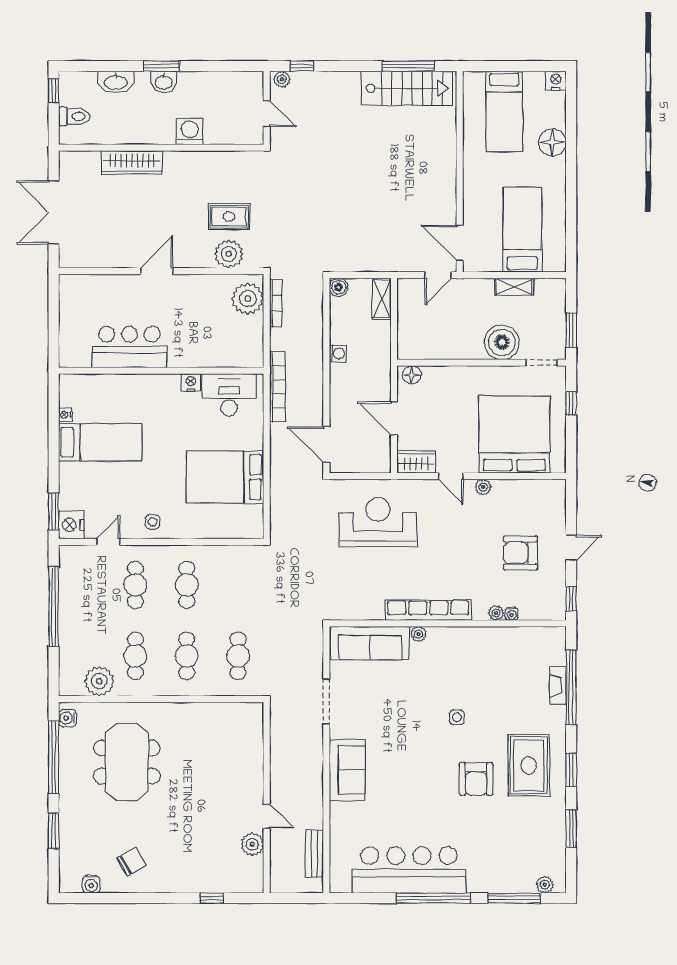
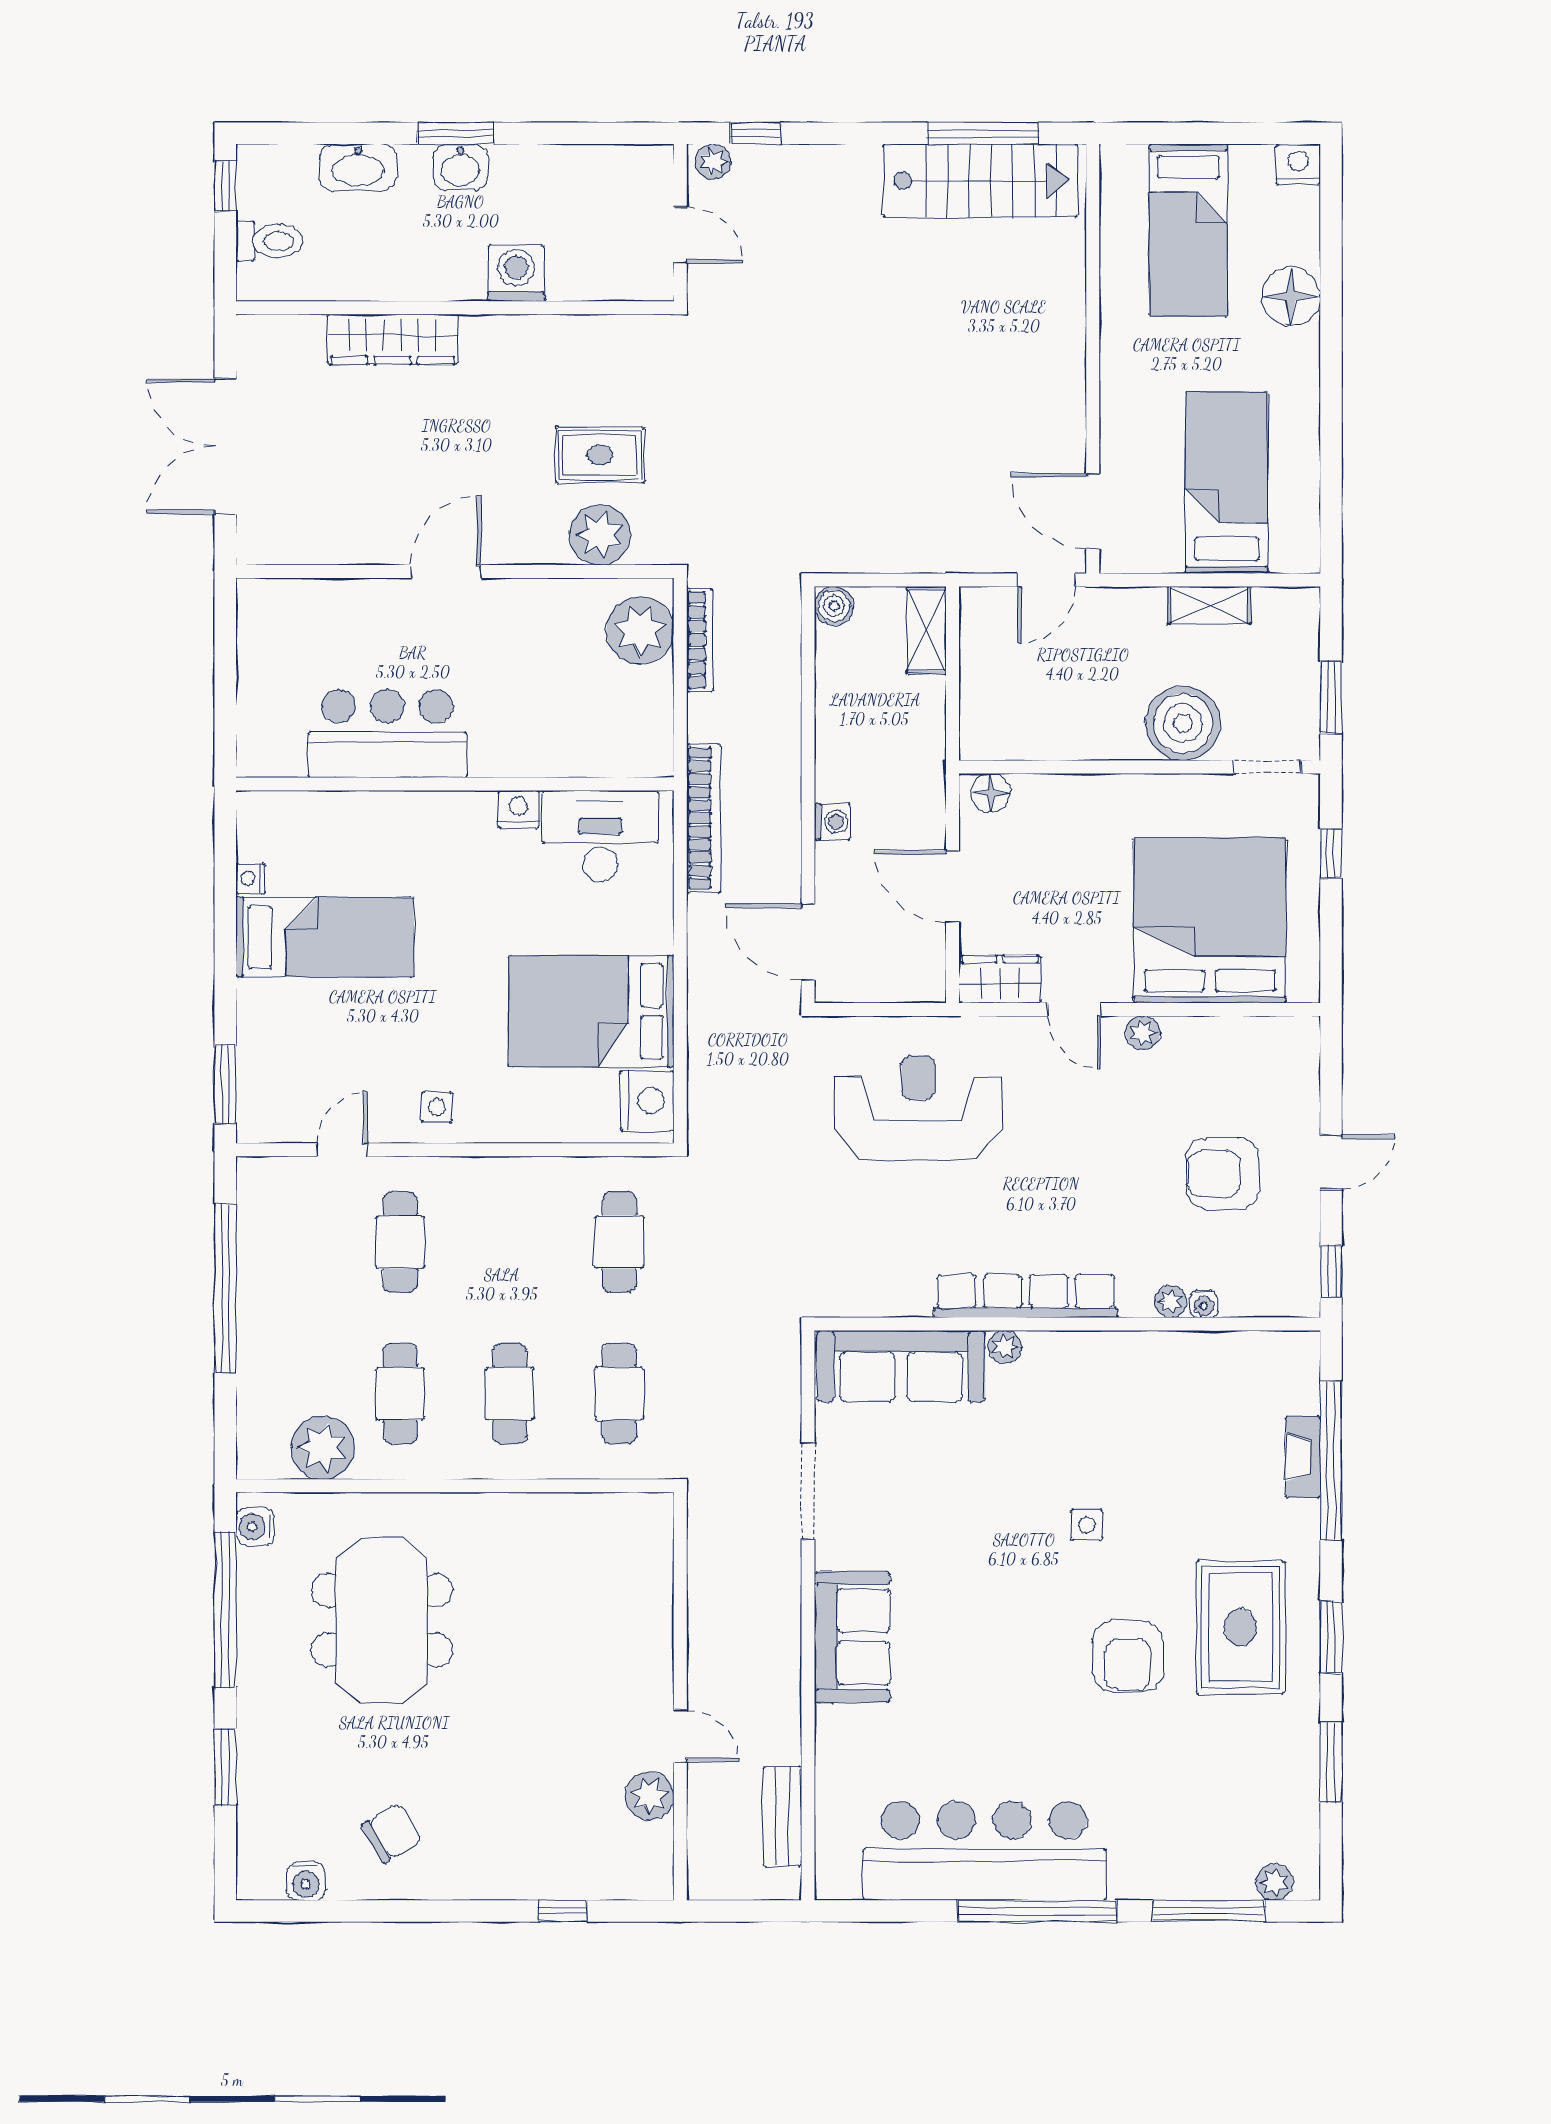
washing machine: (338, 353) -> (832, 822), moved
nightstand: (71, 525) -> (647, 1101), moved, turned 180
cafe table: (187, 585) -> (619, 1242), moved

